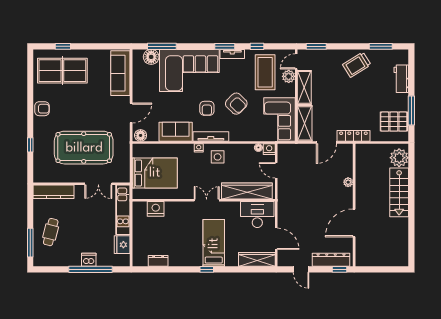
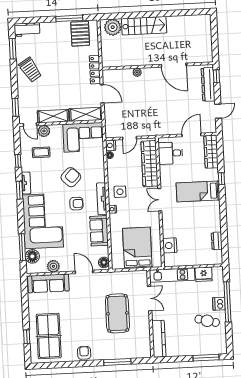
coffee table: (265, 72) -> (41, 152), width x0.54, depth x0.58
workbench: (401, 79) -> (27, 30), moved
plant: (139, 80) -> (53, 266), added
window: (30, 145) -> (117, 362), width x2.17
pool table: (84, 148) -> (117, 313), width x0.73, depth x0.76
desk: (257, 215) -> (170, 153), width x0.73
cafe table: (51, 232) -> (207, 321), moved
window: (207, 269) -> (221, 179), moved

